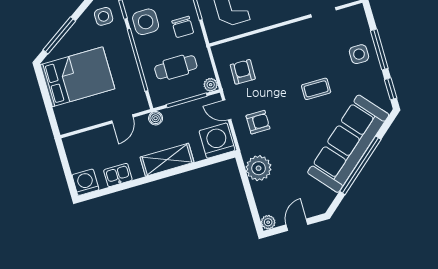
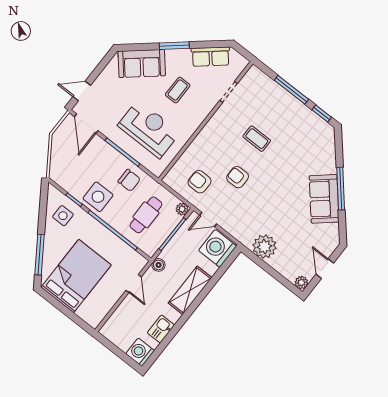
side table: (359, 54) -> (279, 104), removed
coffee table: (316, 89) -> (257, 139), moved, turned 90
armchair: (258, 122) -> (238, 177), moved, turned -90
sofa: (348, 144) -> (324, 199), width x0.54, depth x0.79
window: (360, 165) -> (341, 189), width x0.68

